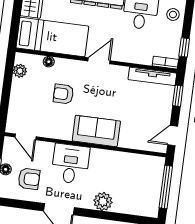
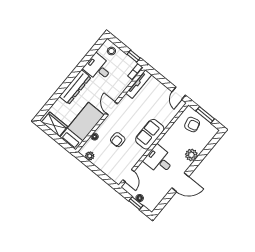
window: (178, 96) -> (158, 77), removed
door: (25, 137) -> (128, 176), hinge flipped
armchair: (29, 179) -> (192, 125), moved, turned 76
window: (166, 187) -> (205, 115), width x0.69

